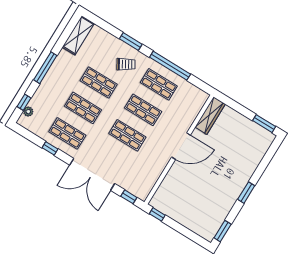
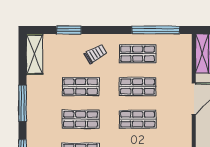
window: (131, 42) -> (69, 30), moved
window: (170, 66) -> (156, 30), moved

